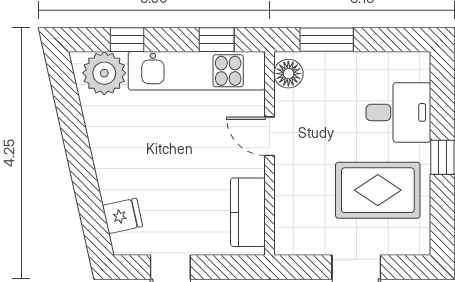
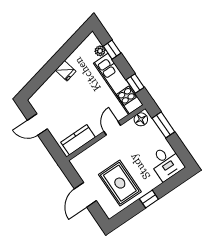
plant: (104, 73) -> (100, 51), width x0.53, depth x0.53
desk: (398, 112) -> (166, 163), moved
fridge: (122, 216) -> (66, 71), moved

